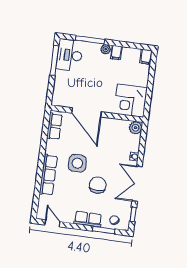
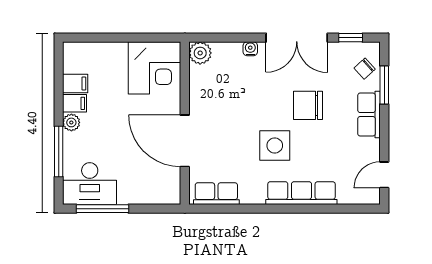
filing cabinet: (146, 57) -> (75, 83), moved
door: (87, 112) -> (185, 141), swing flipped

